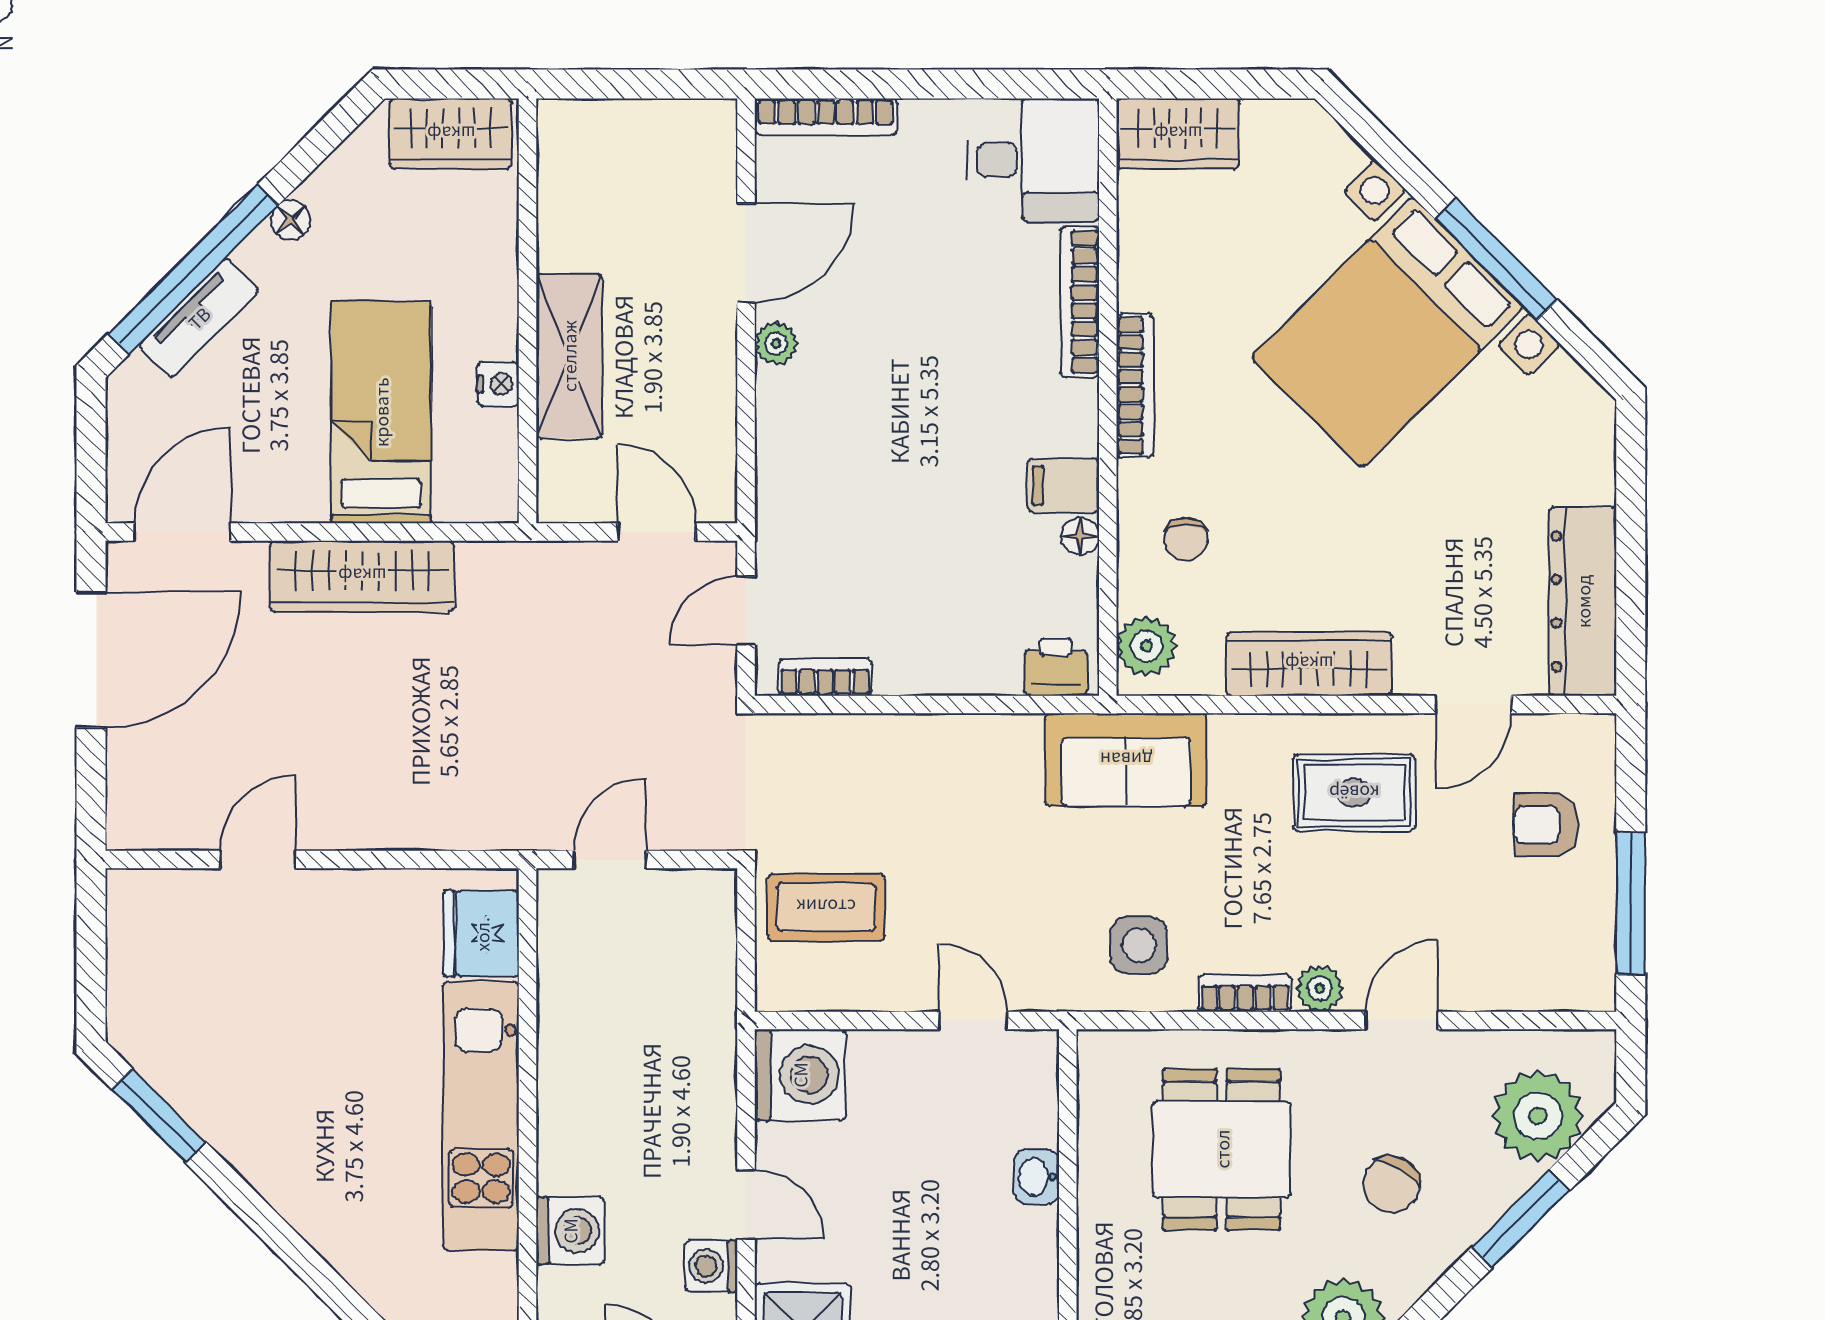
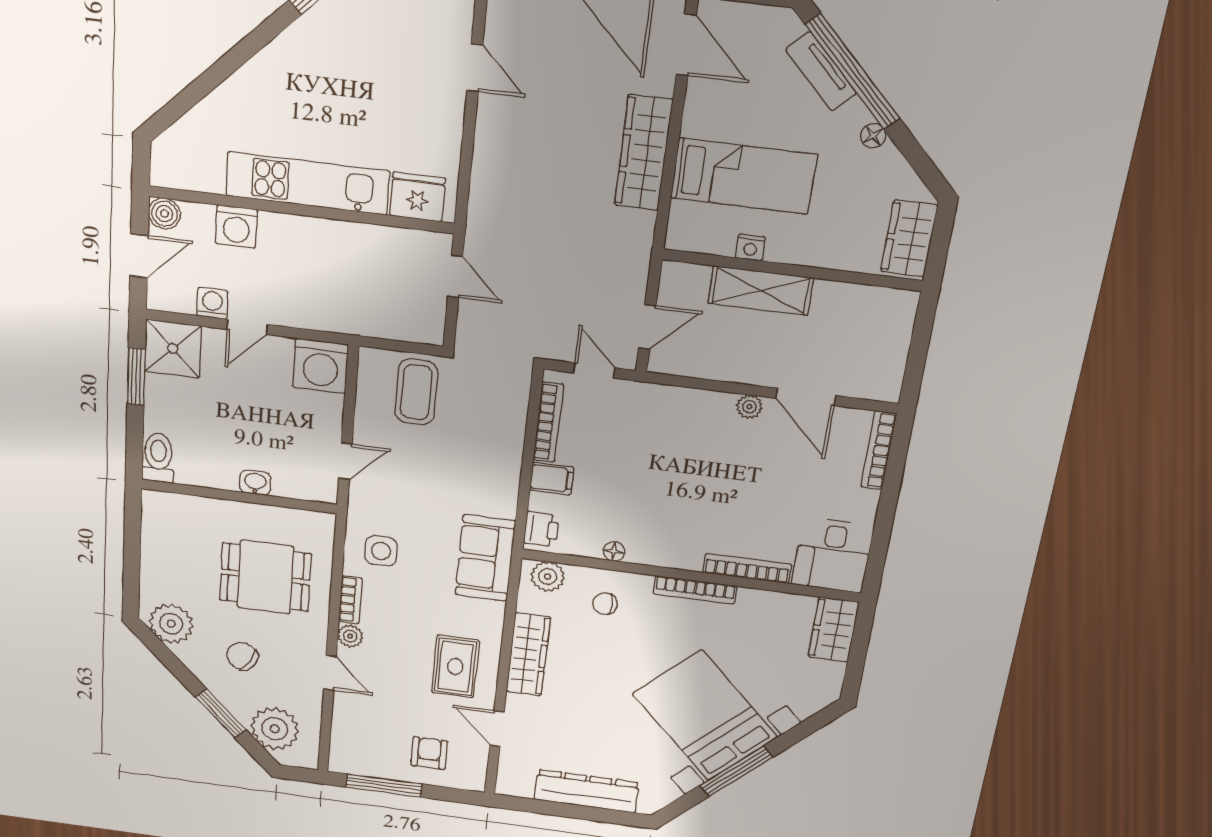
filing cabinet: (1063, 486) -> (552, 479), moved, turned 90
dresser: (1583, 601) -> (587, 791), moved
bookcase: (825, 677) -> (548, 422), width x1.56

